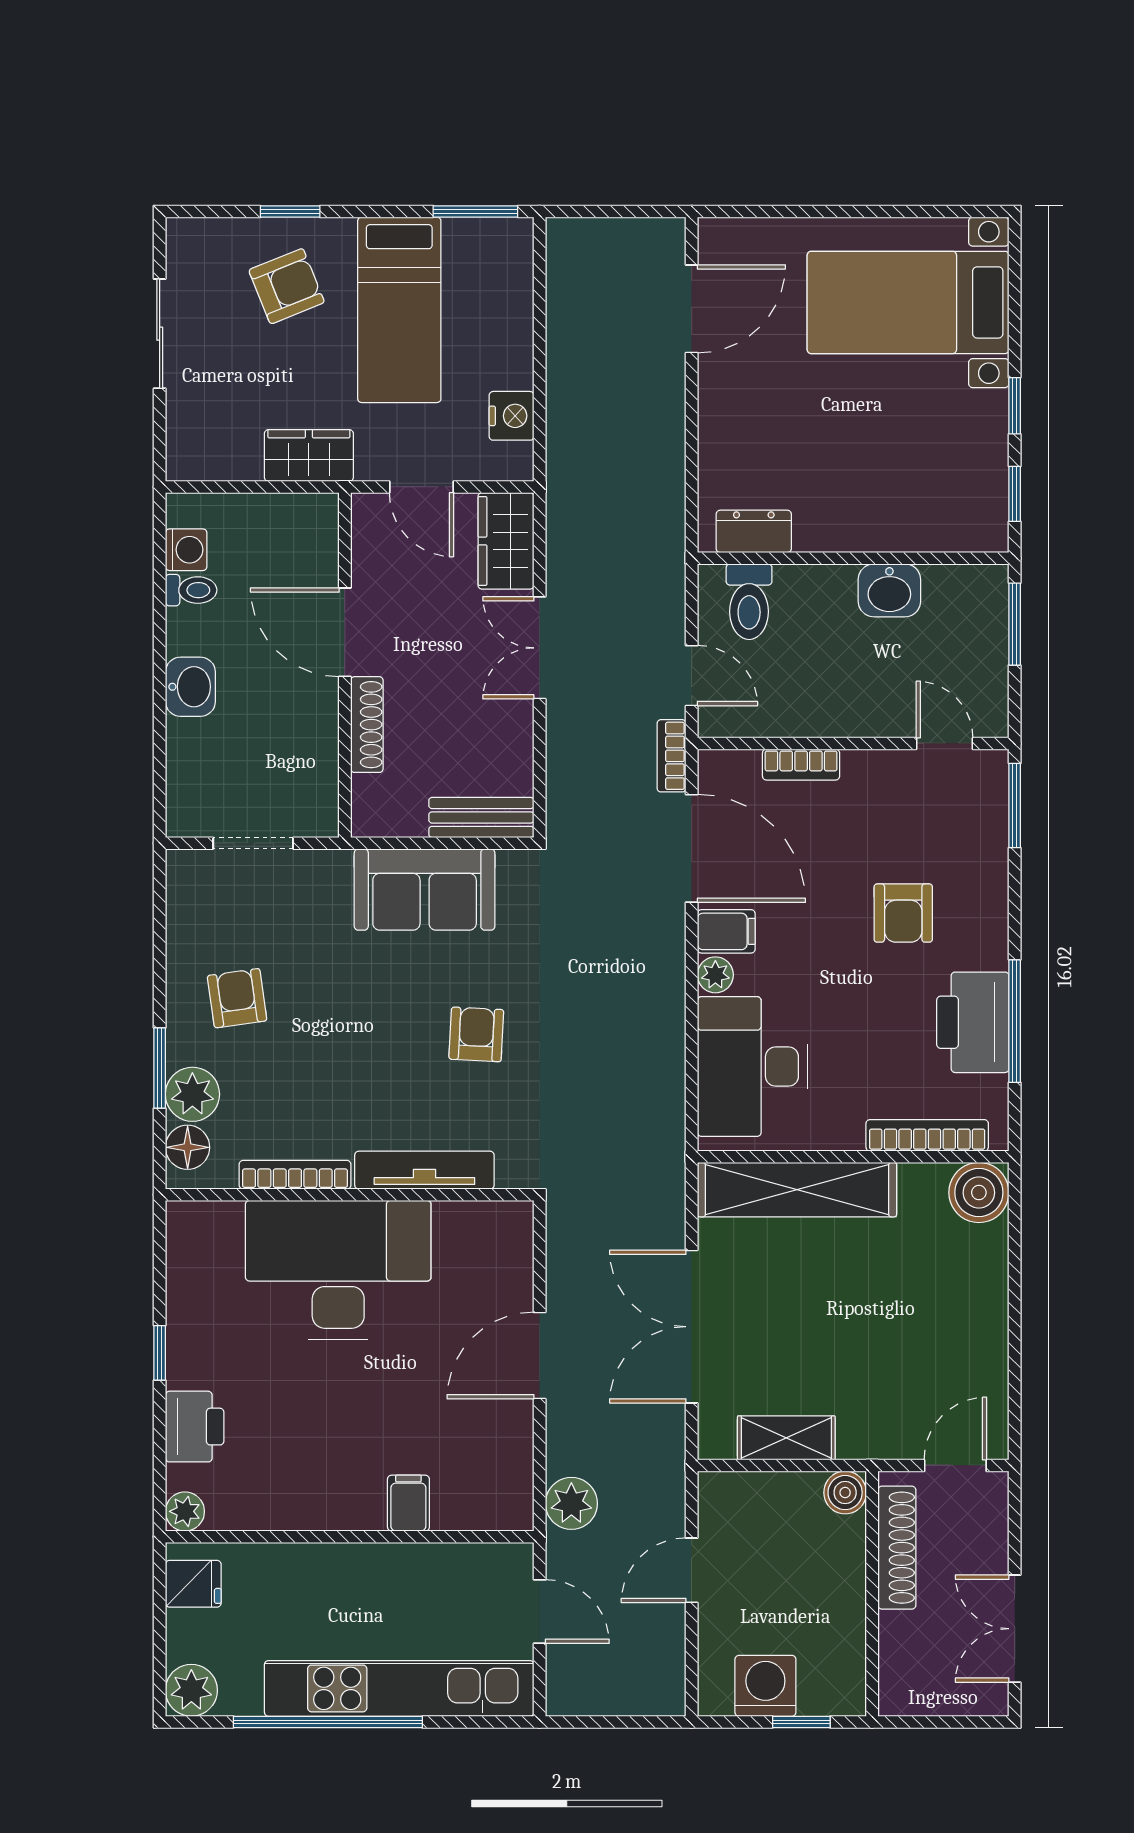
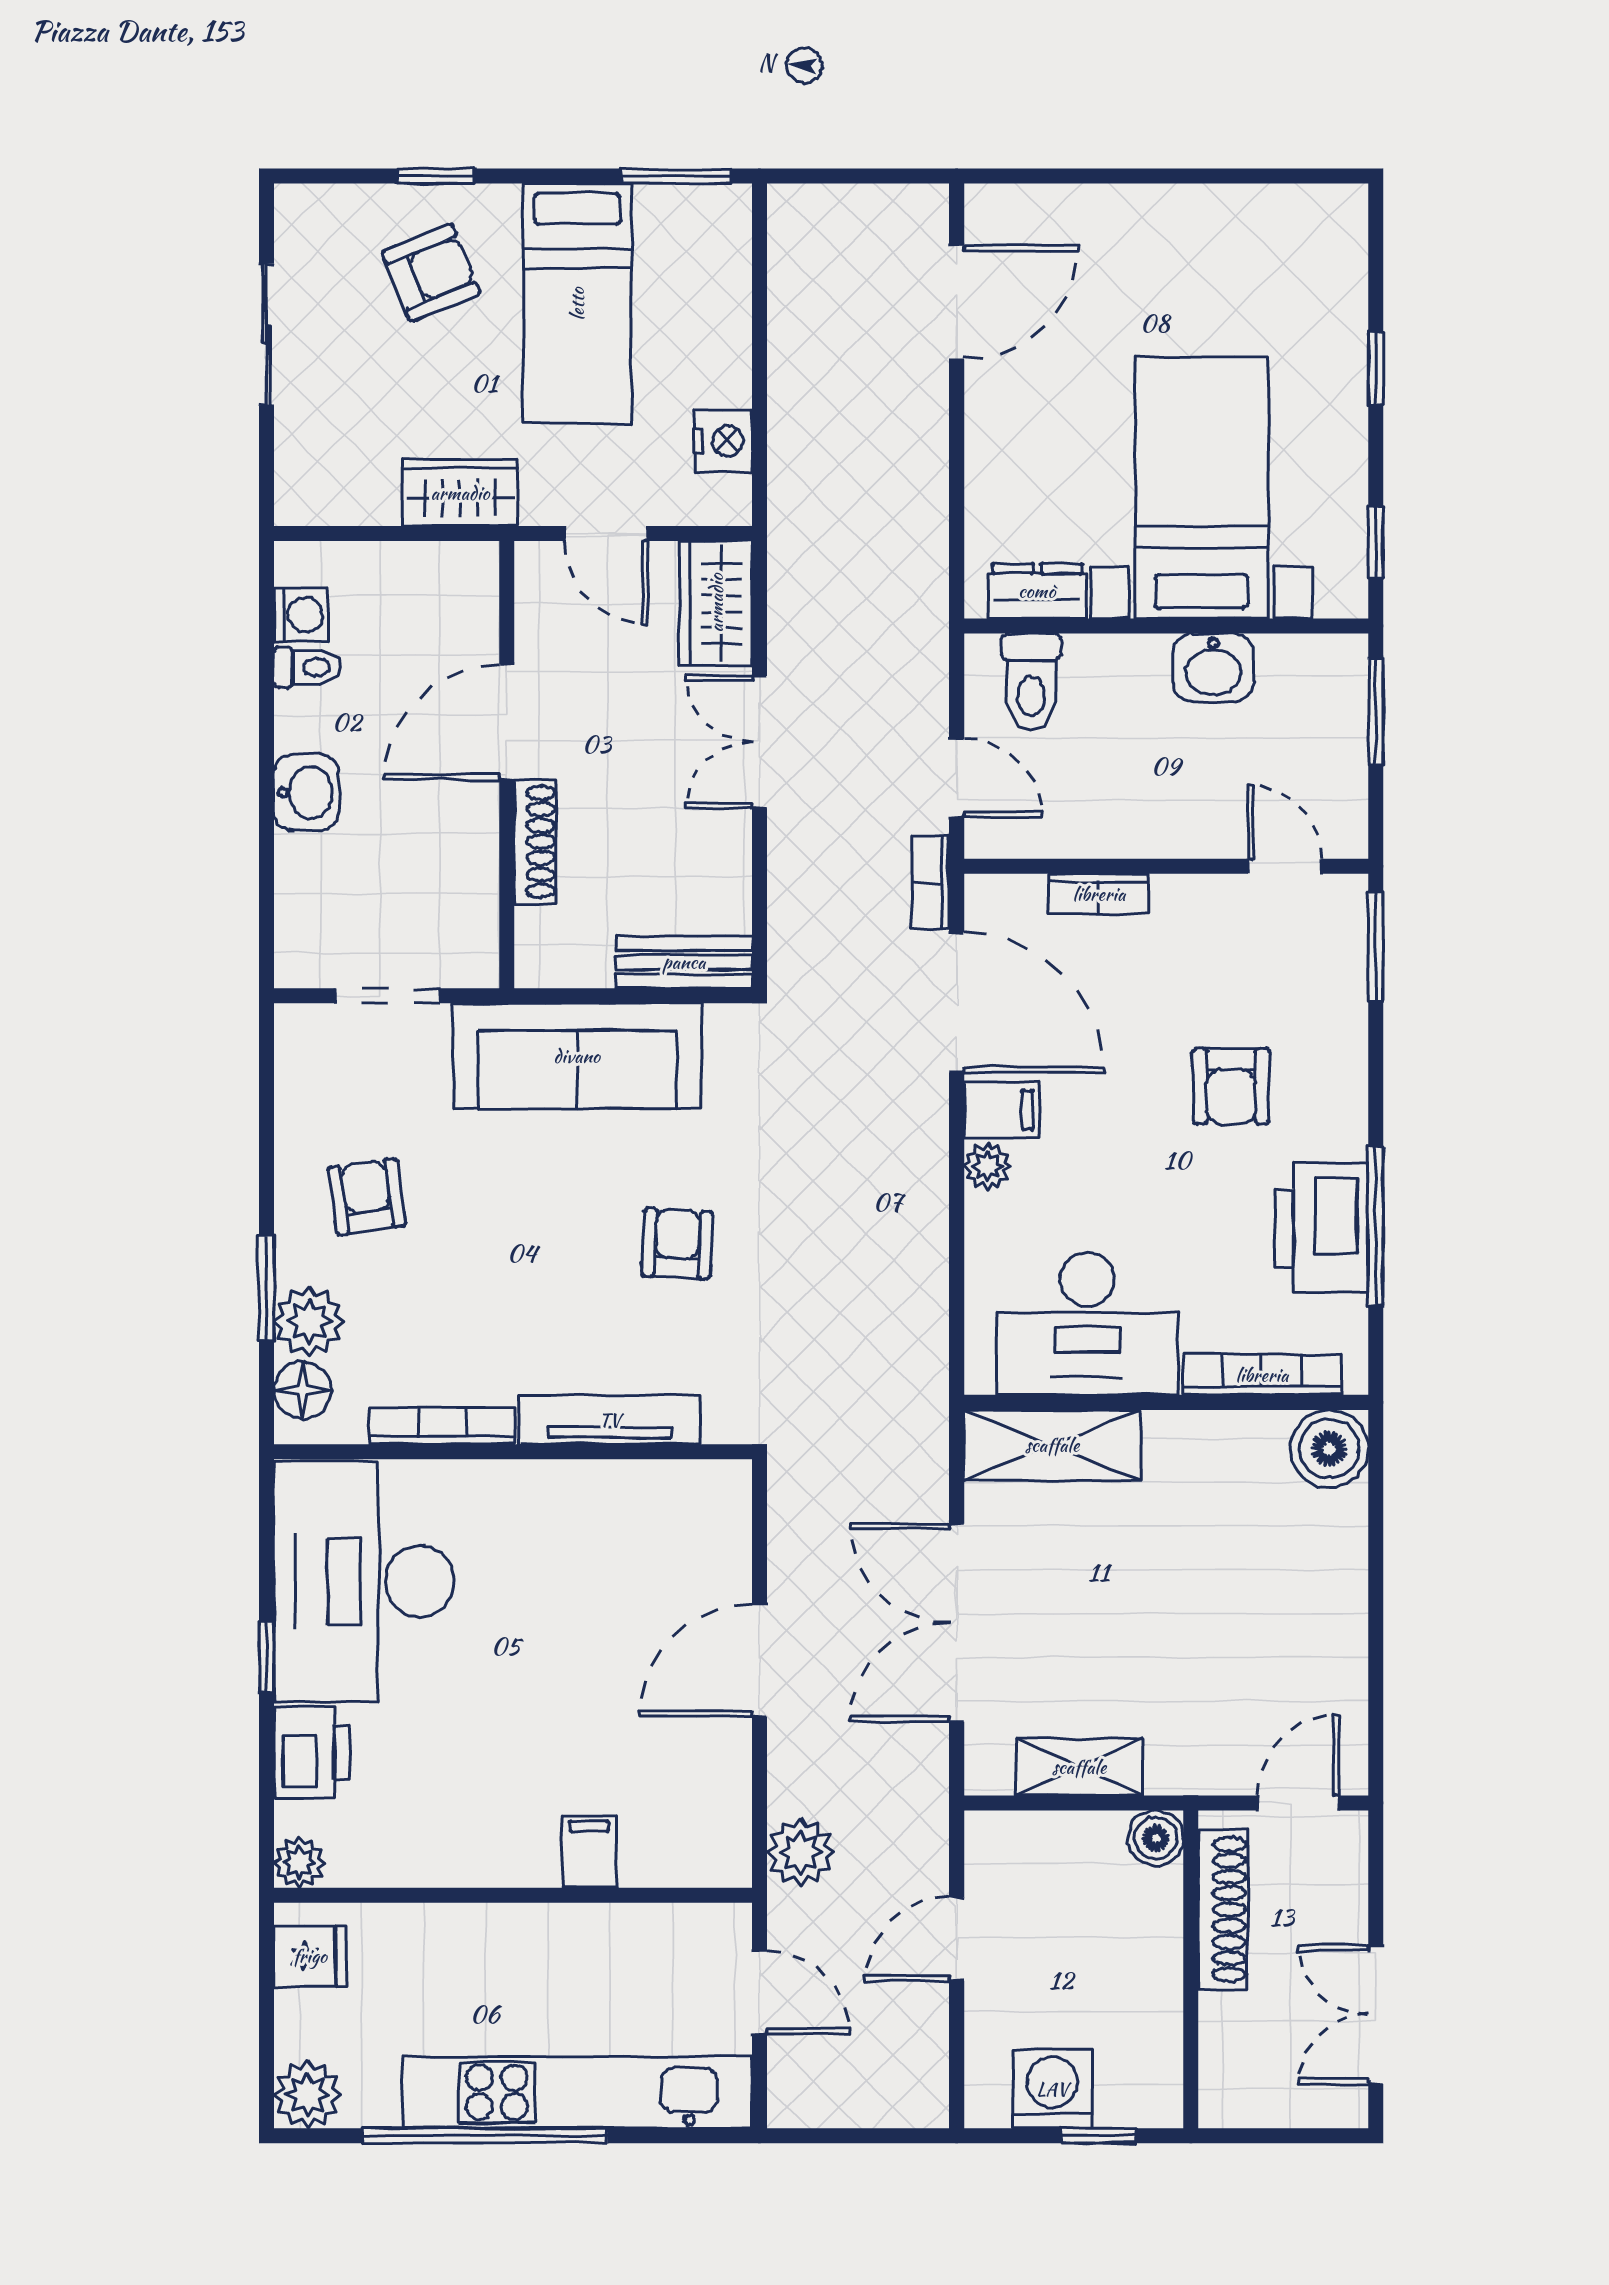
bed with nightstands: (908, 302) -> (1202, 488), moved, turned 90
window: (1015, 406) -> (1376, 369), moved
door: (345, 632) -> (507, 722), hinge flipped
sofa: (425, 890) -> (577, 1056), width x1.36
desk: (752, 1067) -> (1087, 1324), moved, turned -90
shelving: (797, 1190) -> (1052, 1445), width x0.68
desk: (338, 1270) -> (364, 1581), moved, turned -90

